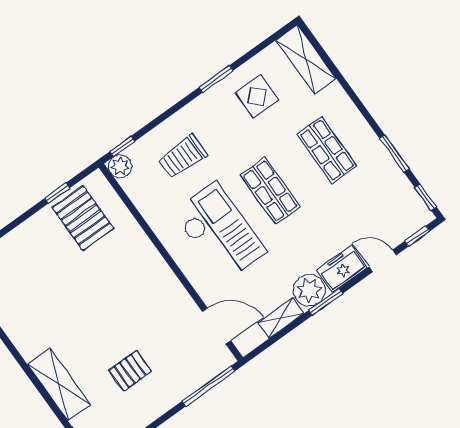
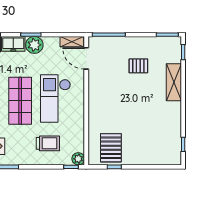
shop shelf: (270, 191) -> (20, 101), width x1.43, depth x1.36
shelving: (281, 318) -> (72, 42), moved

